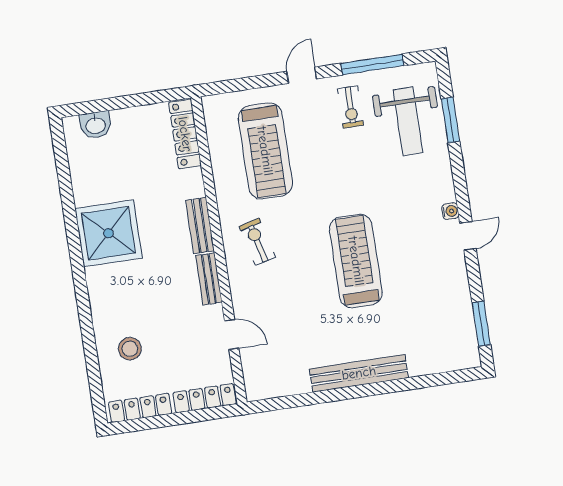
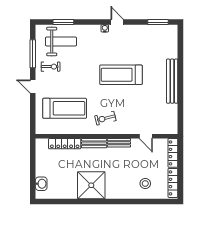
locker: (185, 134) -> (65, 144), moved
door: (232, 334) -> (146, 136), swing flipped

